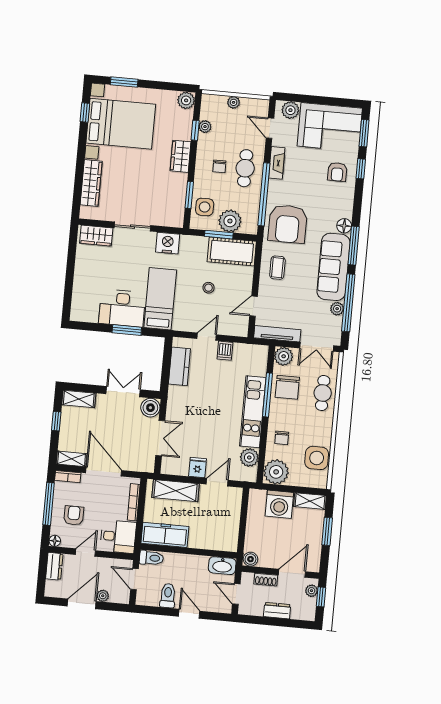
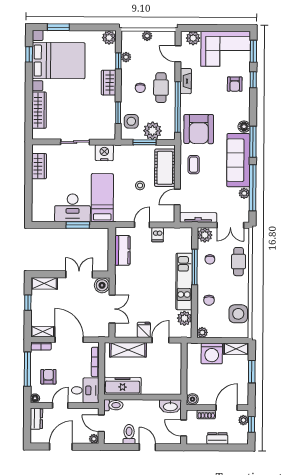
wardrobe: (96, 236) -> (39, 166), moved, turned -90
cot: (232, 251) -> (165, 168), moved, turned 90
chair: (287, 387) -> (210, 259), width x0.54, depth x0.54
plant: (276, 472) -> (202, 332), width x0.53, depth x0.53
plant: (103, 596) -> (94, 439), moved

